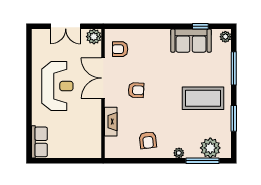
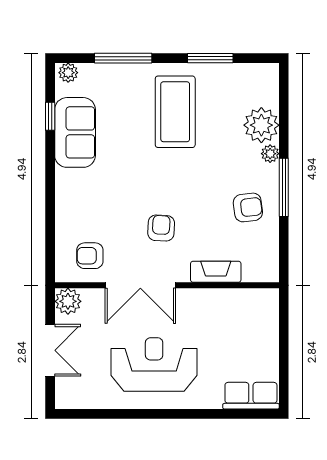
armchair: (120, 49) -> (90, 256), turned 90
plant: (210, 148) -> (261, 125), moved
window: (203, 161) -> (284, 187), moved

